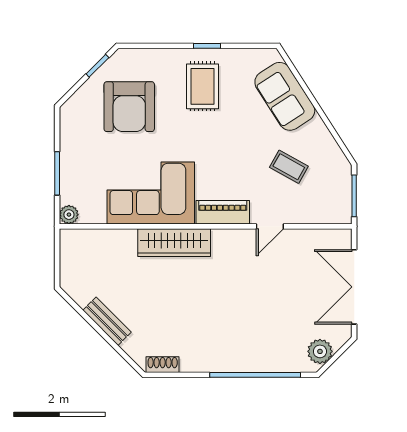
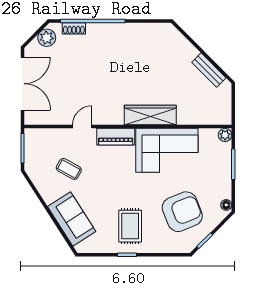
armchair: (129, 107) -> (182, 212), turned 68
floor lamp: (67, 116) -> (226, 205), added
bench: (107, 321) -> (209, 70), moved
shoe rack: (163, 365) -> (74, 28), moved

